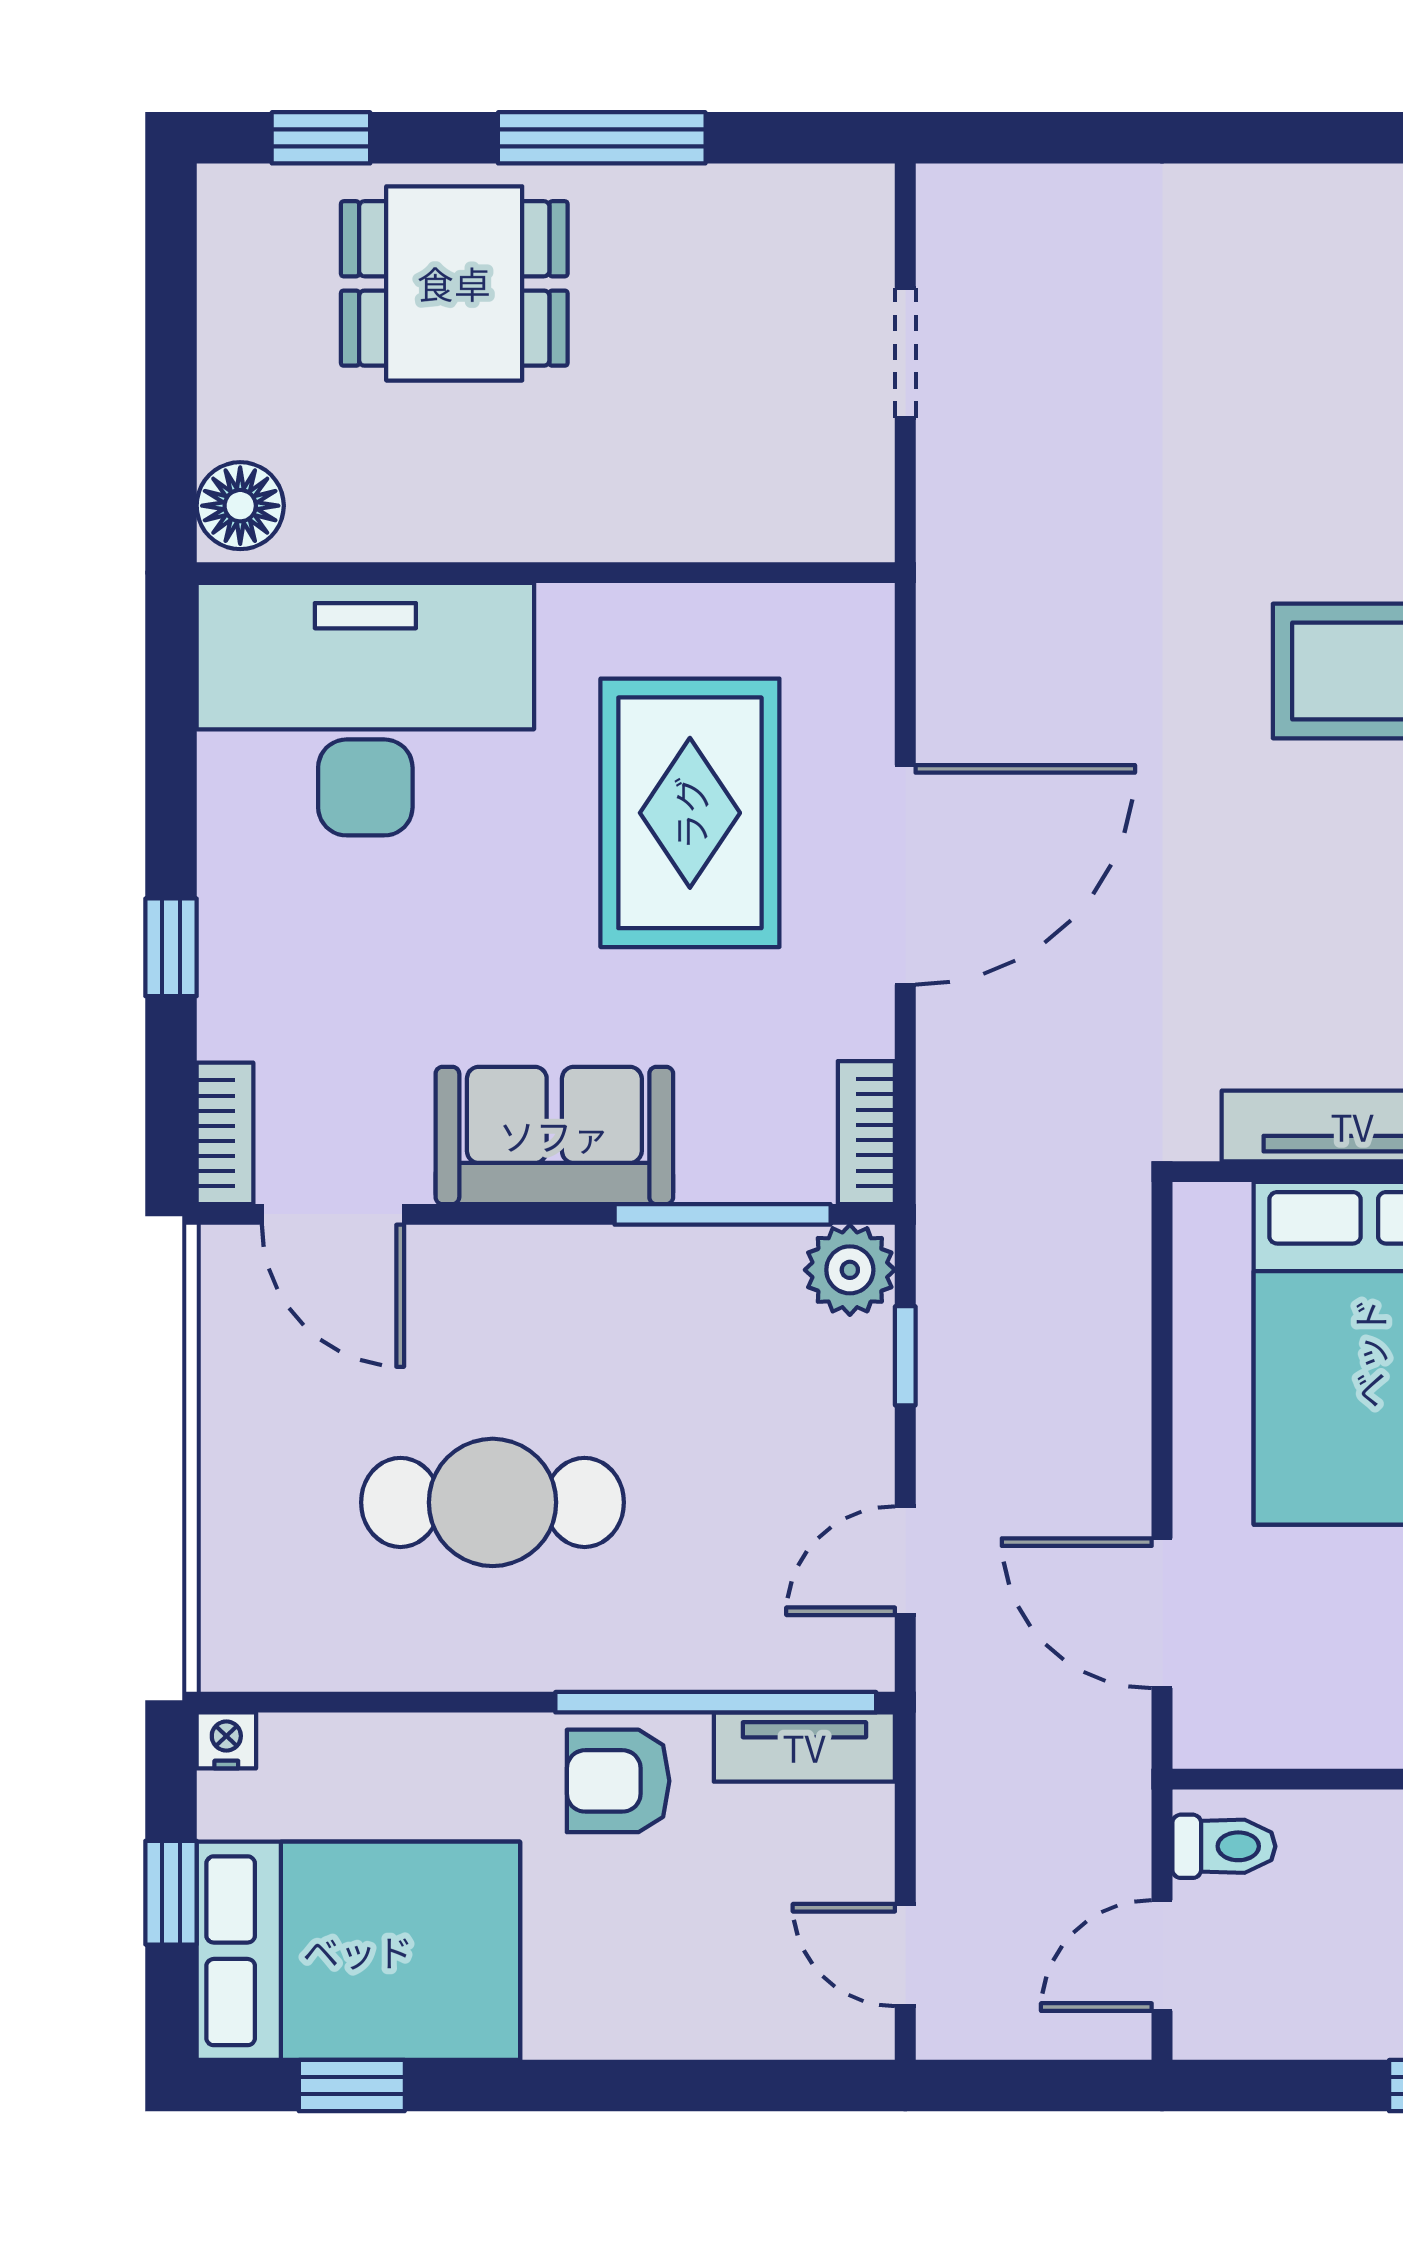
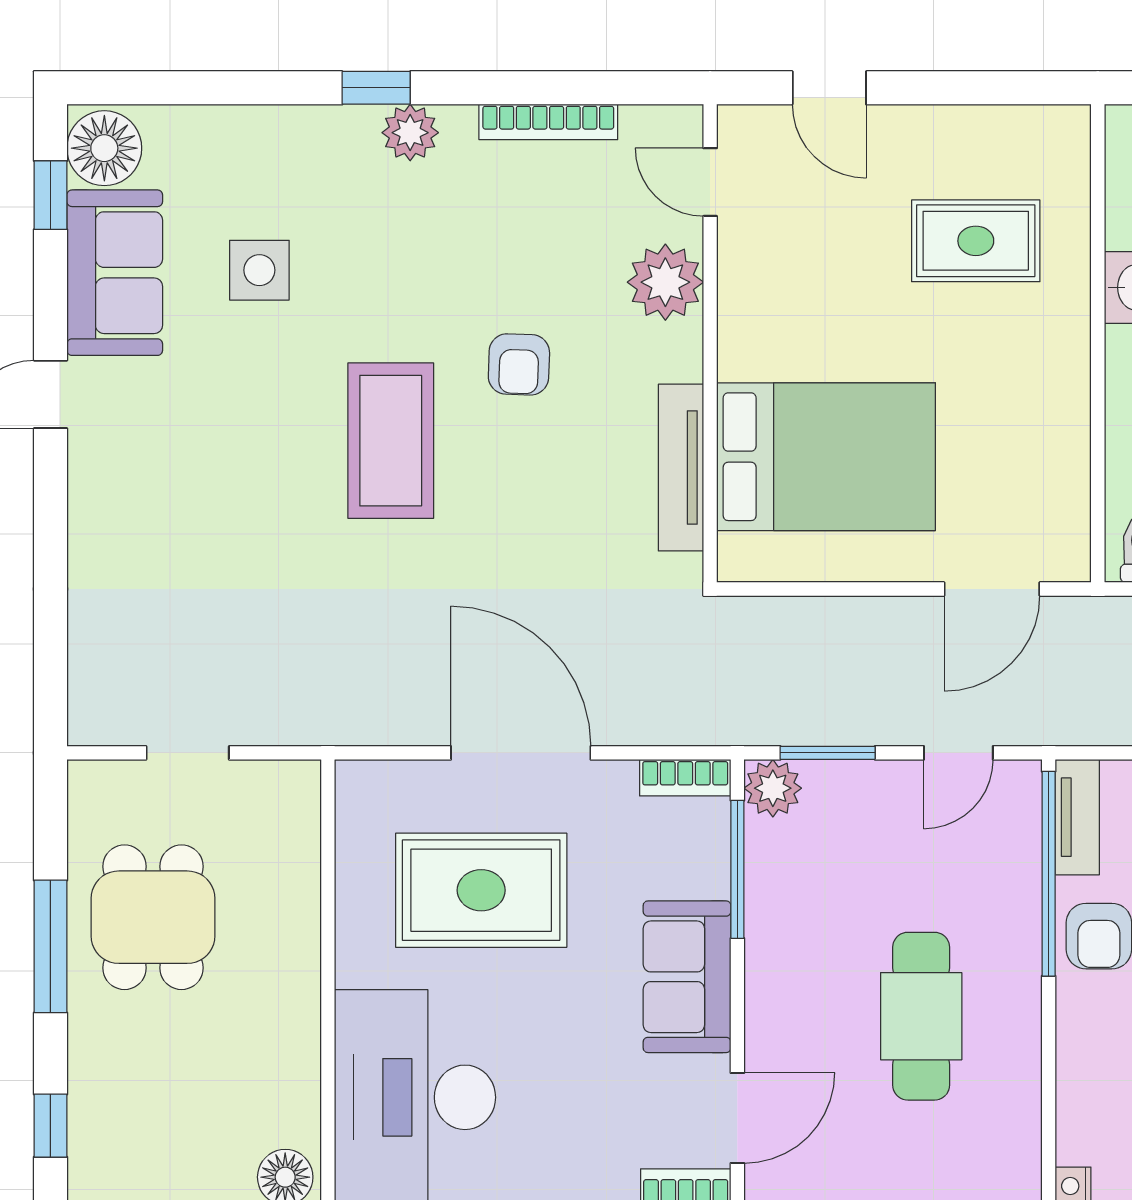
dining table: (454, 283) -> (153, 917), moved
window: (905, 1356) -> (828, 753), width x1.50
door: (905, 1561) -> (958, 753), hinge flipped

